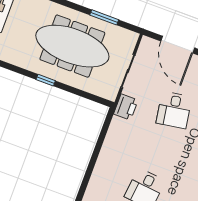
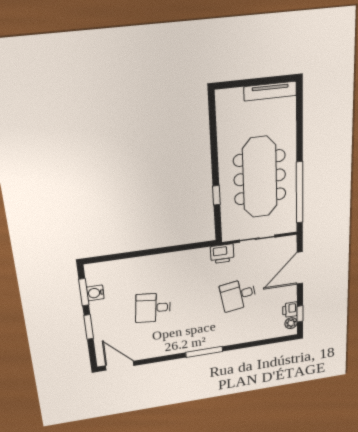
window: (104, 17) -> (300, 193), width x2.11
window: (46, 80) -> (216, 195), moved

